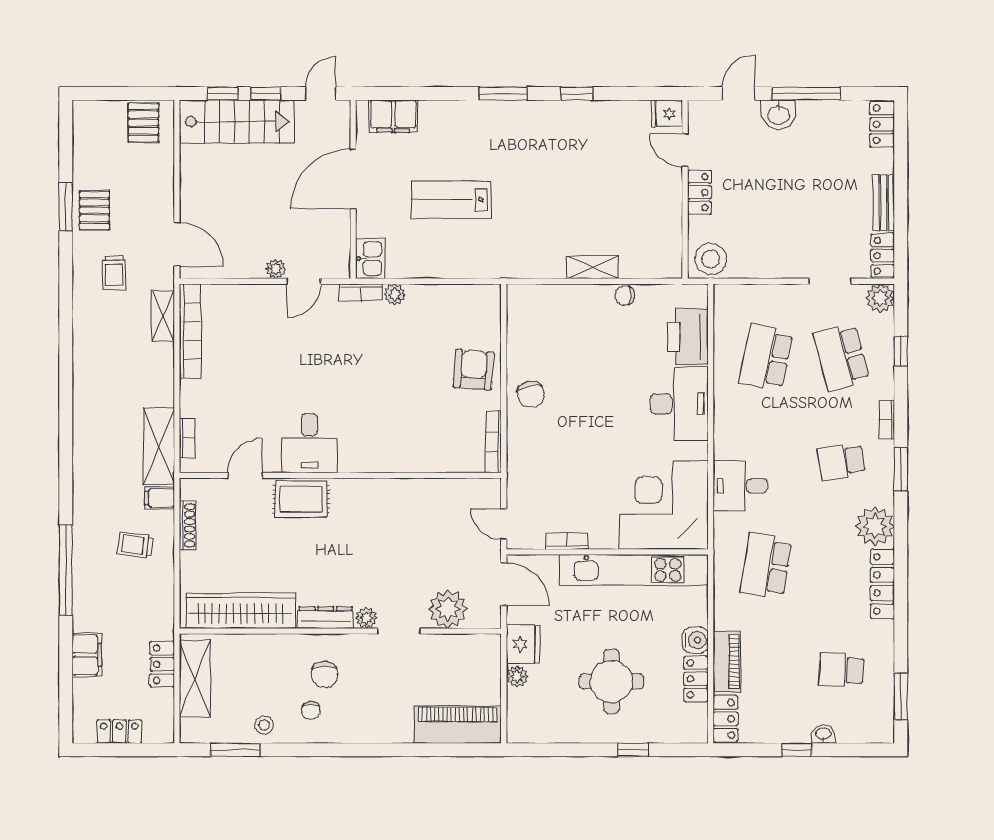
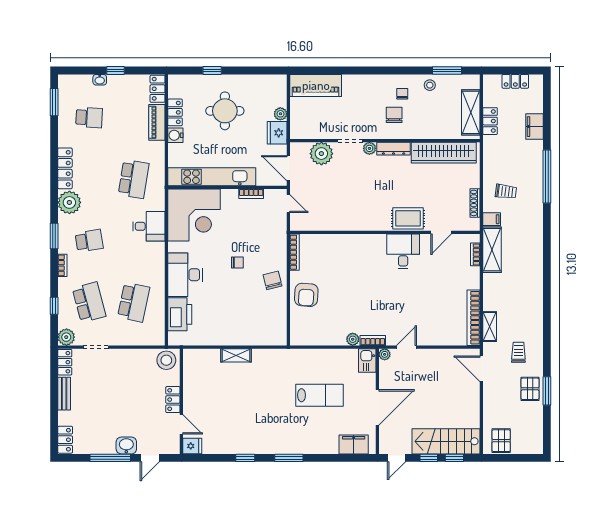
plant: (276, 269) -> (385, 354), moved
chair: (625, 296) -> (237, 263), moved

